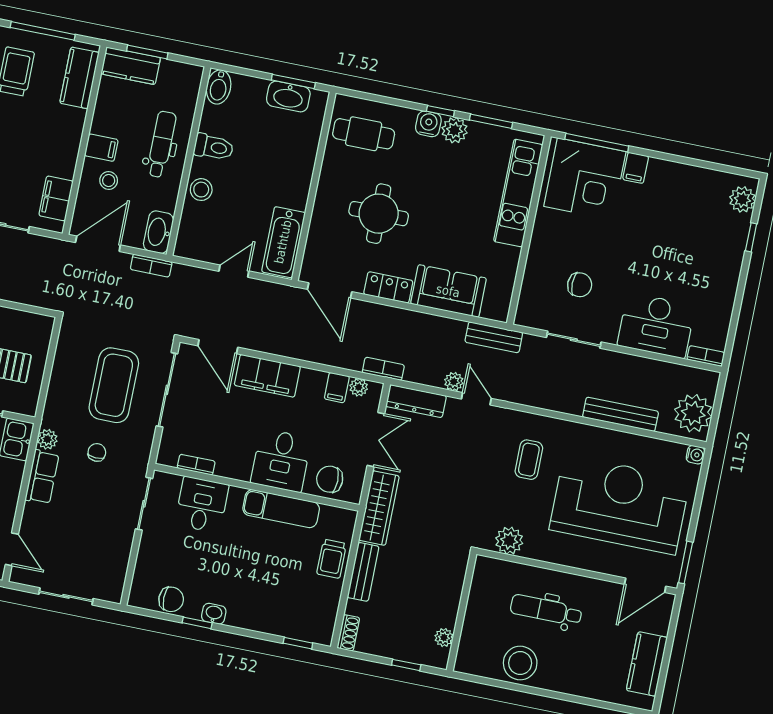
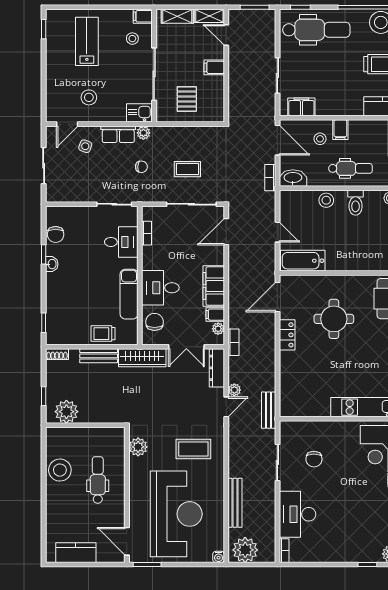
sofa: (448, 291) -> (293, 375), removed
filing cabinet: (267, 376) -> (214, 286), moved
coffee table: (114, 385) -> (187, 169), width x0.54, depth x0.58
coffee table: (529, 460) -> (193, 449), width x1.36, depth x1.30
side table: (50, 529) -> (85, 146), added
plant: (444, 638) -> (66, 412), width x1.88, depth x1.88

